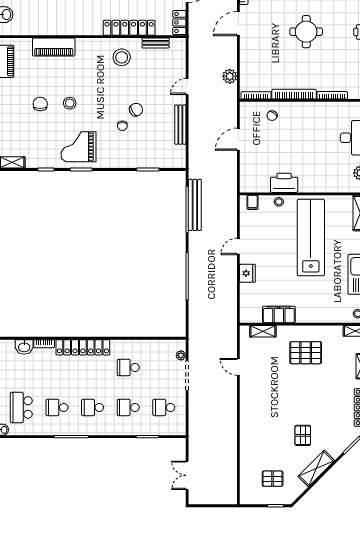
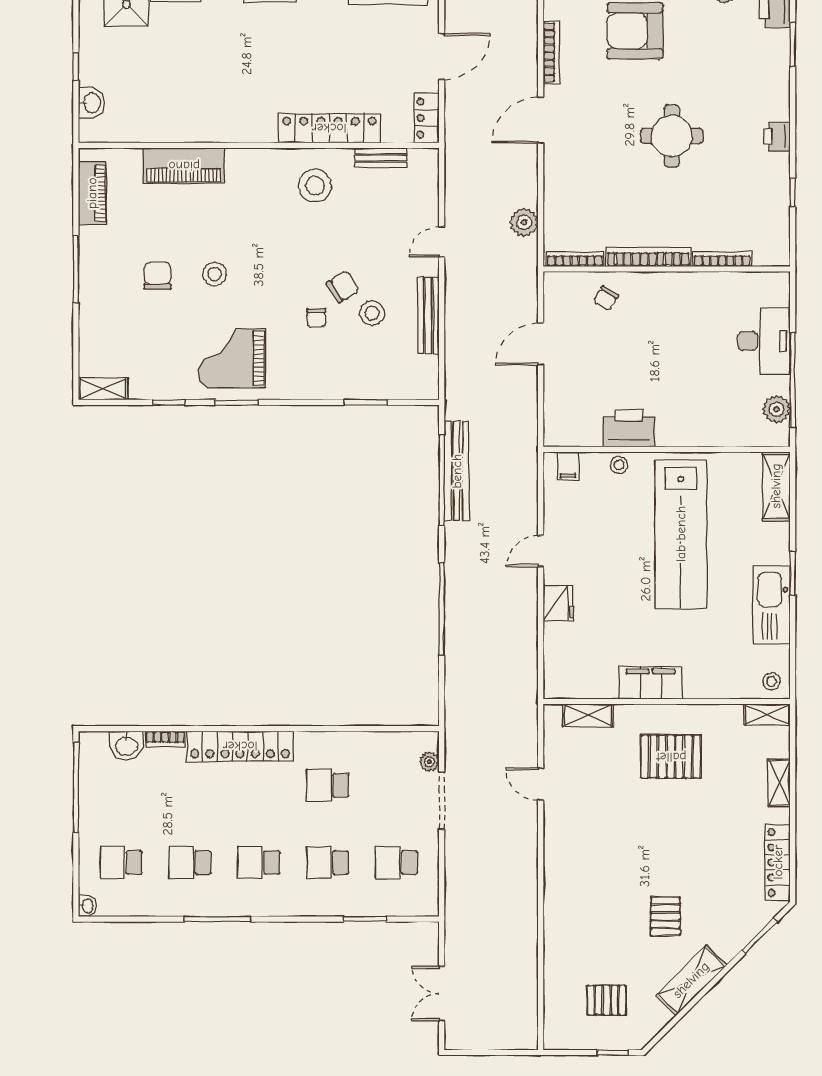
stool: (151, 123) -> (372, 313), added
lab bench: (311, 238) -> (681, 534), turned 180
filing cabinet: (279, 315) -> (651, 683), moved
school desk: (21, 407) -> (121, 862), width x0.54

